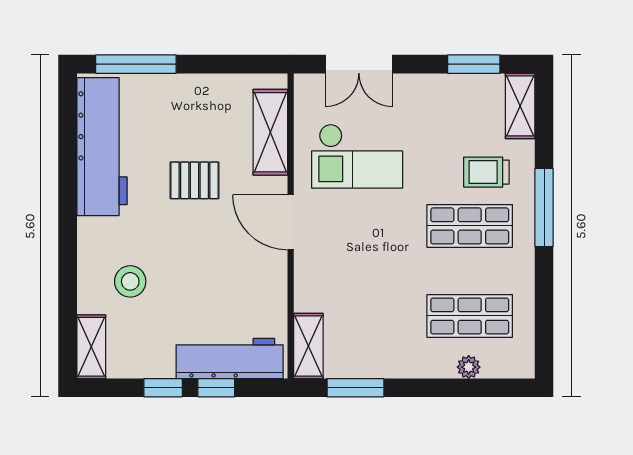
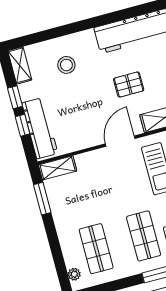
pallet: (194, 180) -> (129, 85), turned 90
shelving: (91, 347) -> (20, 65), moved, turned 90
plant: (469, 367) -> (74, 274), moved

